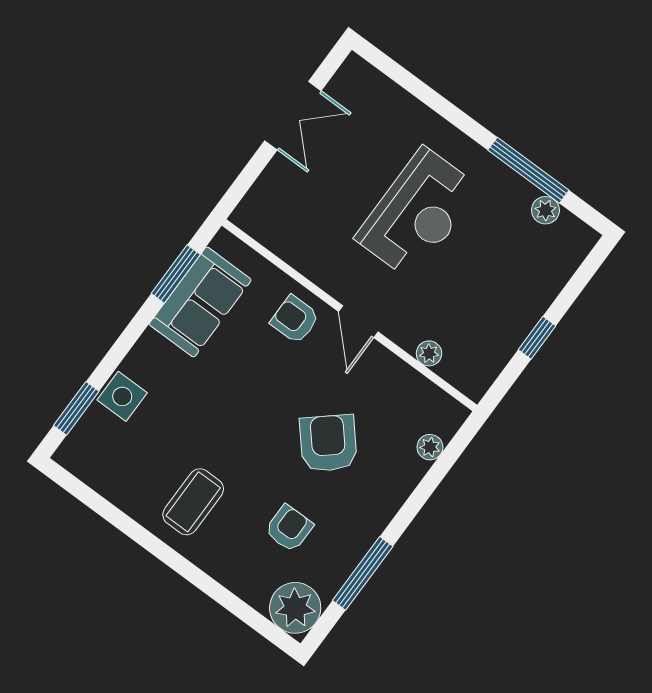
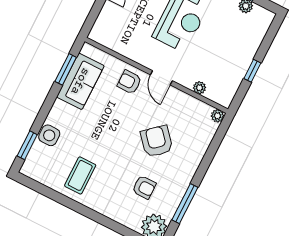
plant: (430, 447) -> (217, 116), moved
coffee table: (193, 502) -> (80, 175), moved
armchair: (289, 528) -> (144, 187), turned 90

